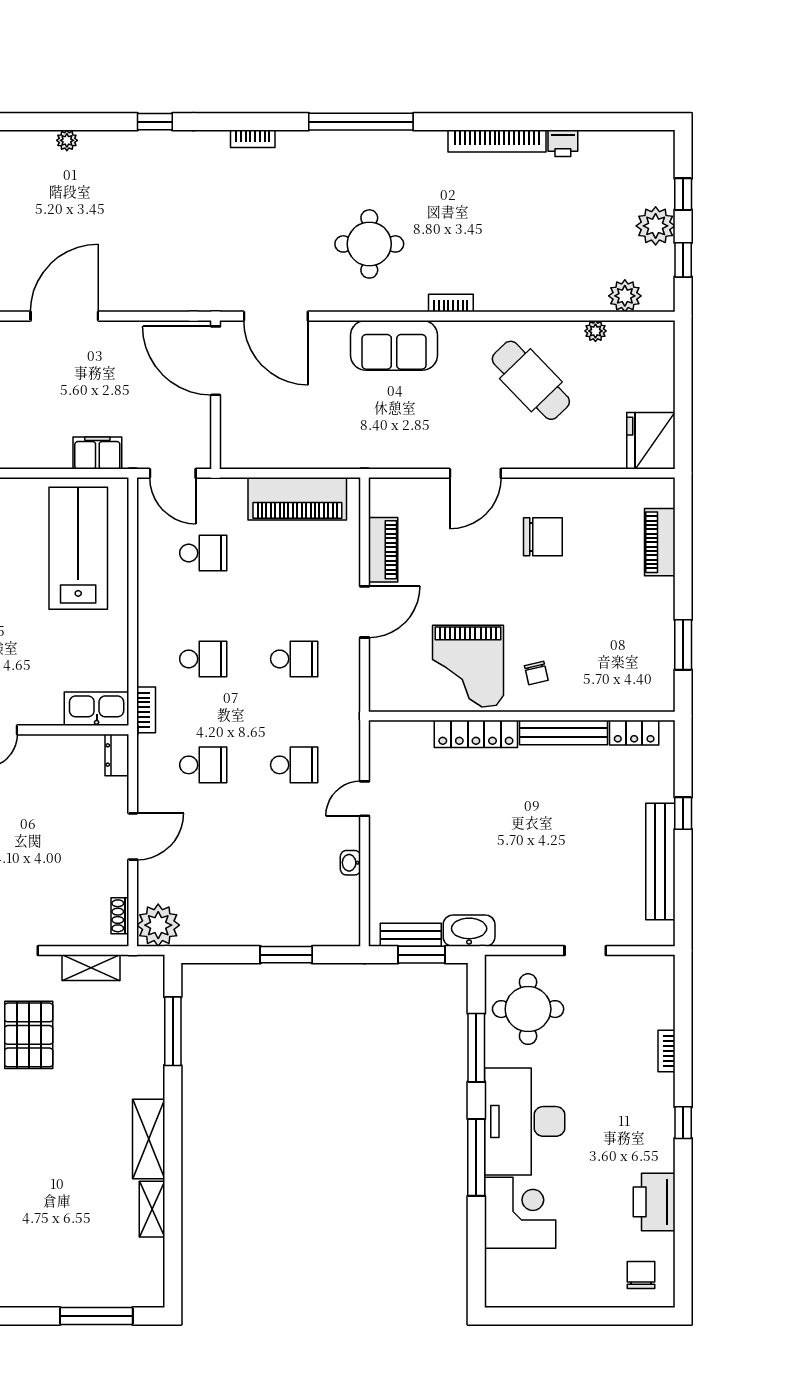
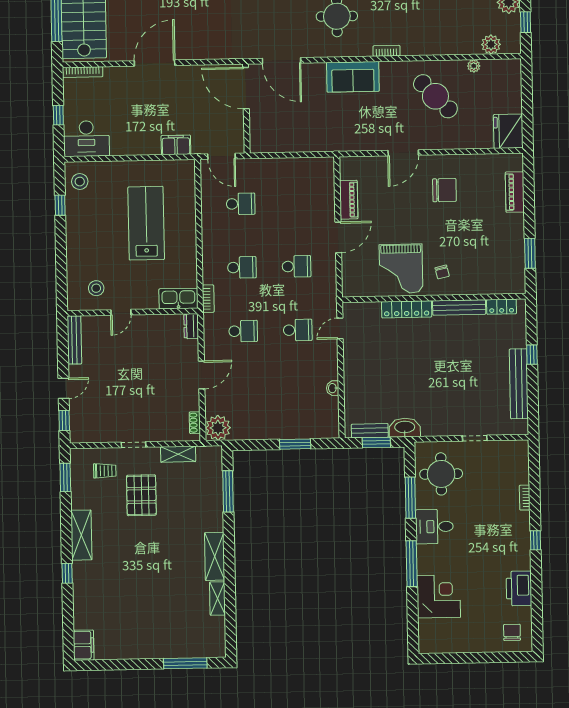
piano: (297, 499) -> (297, 170), removed
lab bench: (78, 548) -> (146, 223), moved
door: (365, 799) -> (340, 328), moved
desk: (525, 1121) -> (434, 527), width x0.53, depth x0.77

